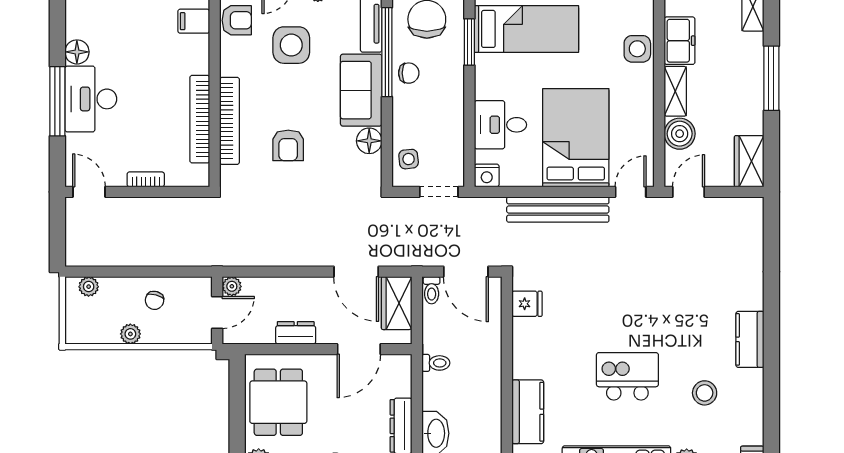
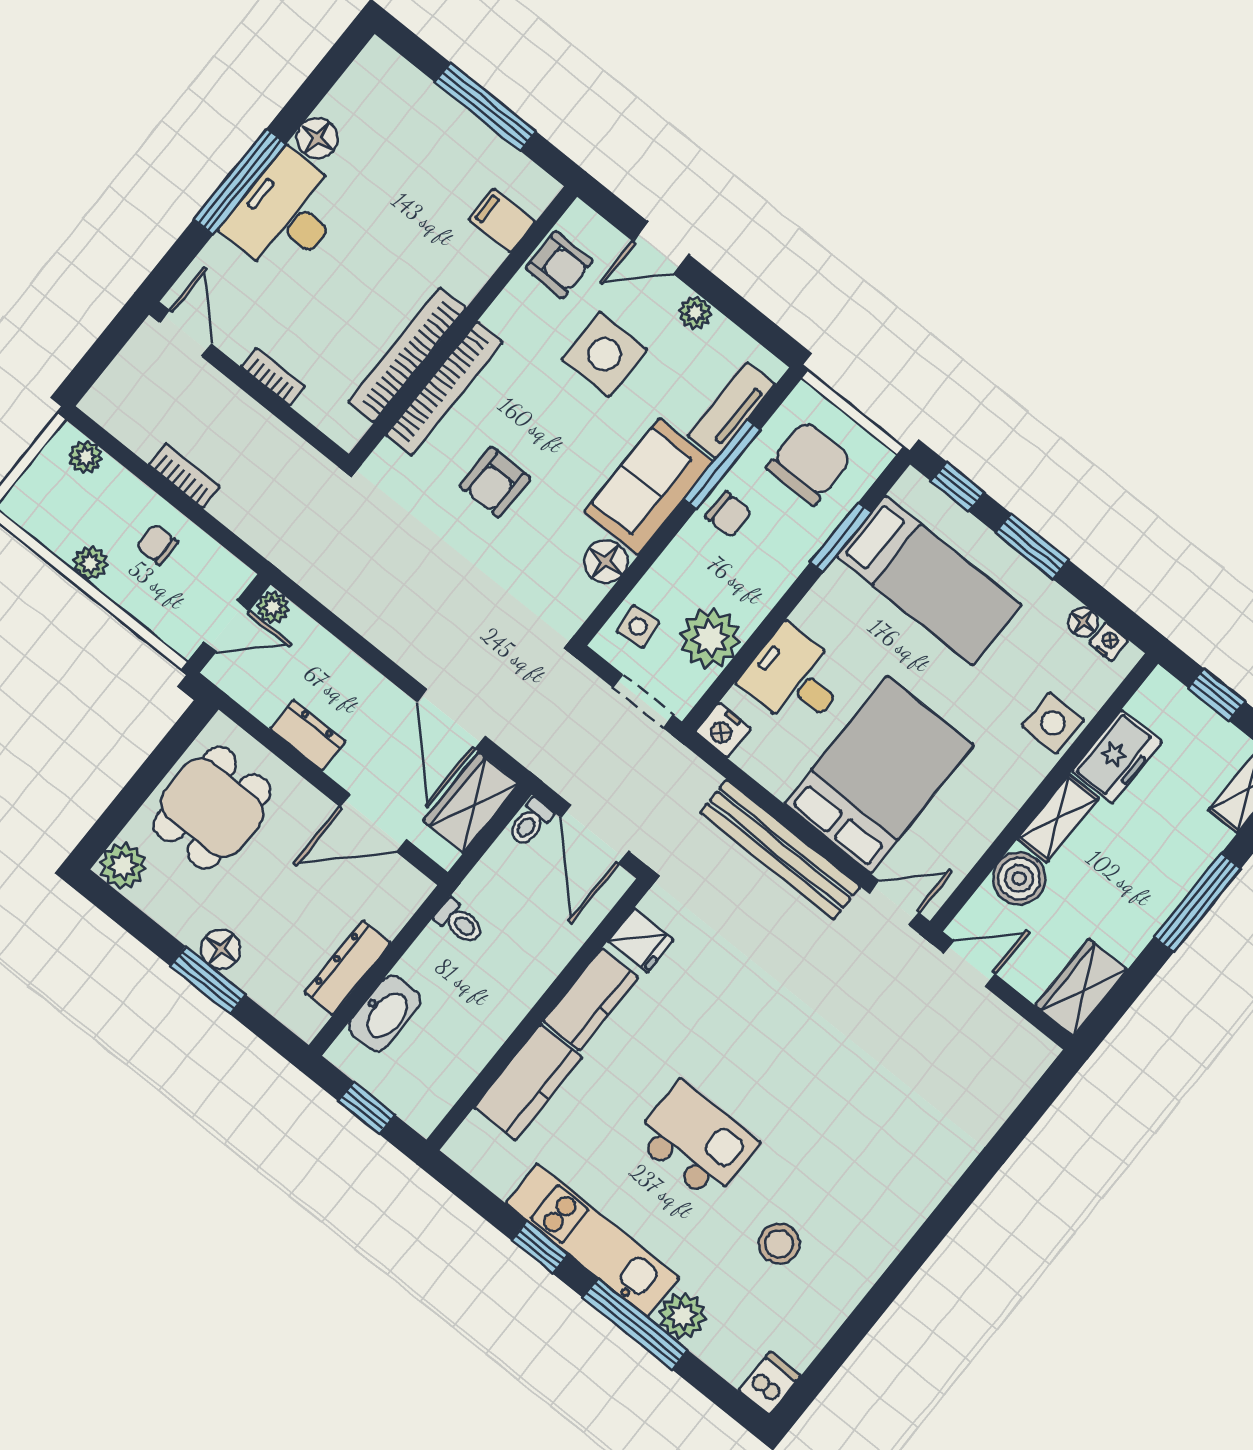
window: (387, 52) -> (722, 464), width x0.68
plant: (446, 137) -> (710, 638), added
bookcase: (141, 258) -> (184, 476), added
chair: (154, 300) -> (157, 544), turned 75
kitchen counter: (750, 339) -> (591, 999), moved, turned 180

